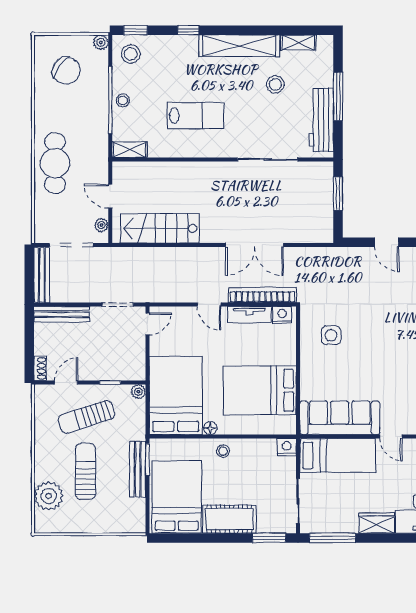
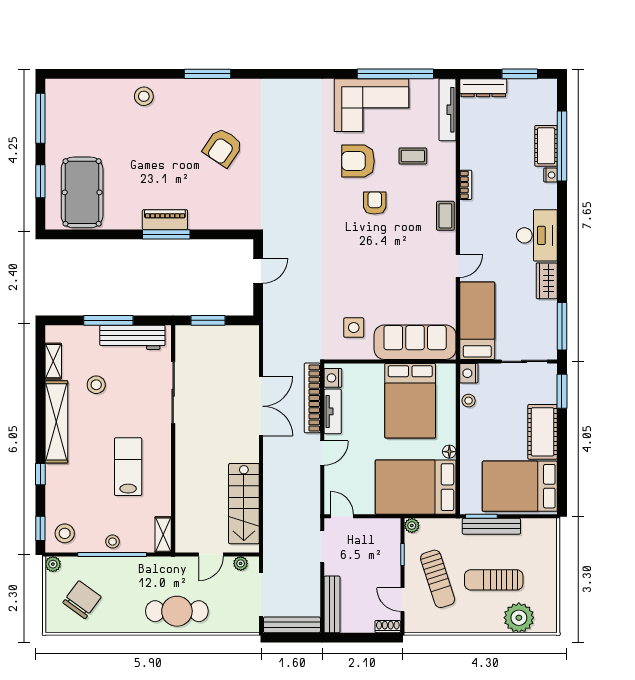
sofa: (340, 418) -> (415, 342), moved, turned 90
stool: (223, 451) -> (469, 401), moved

